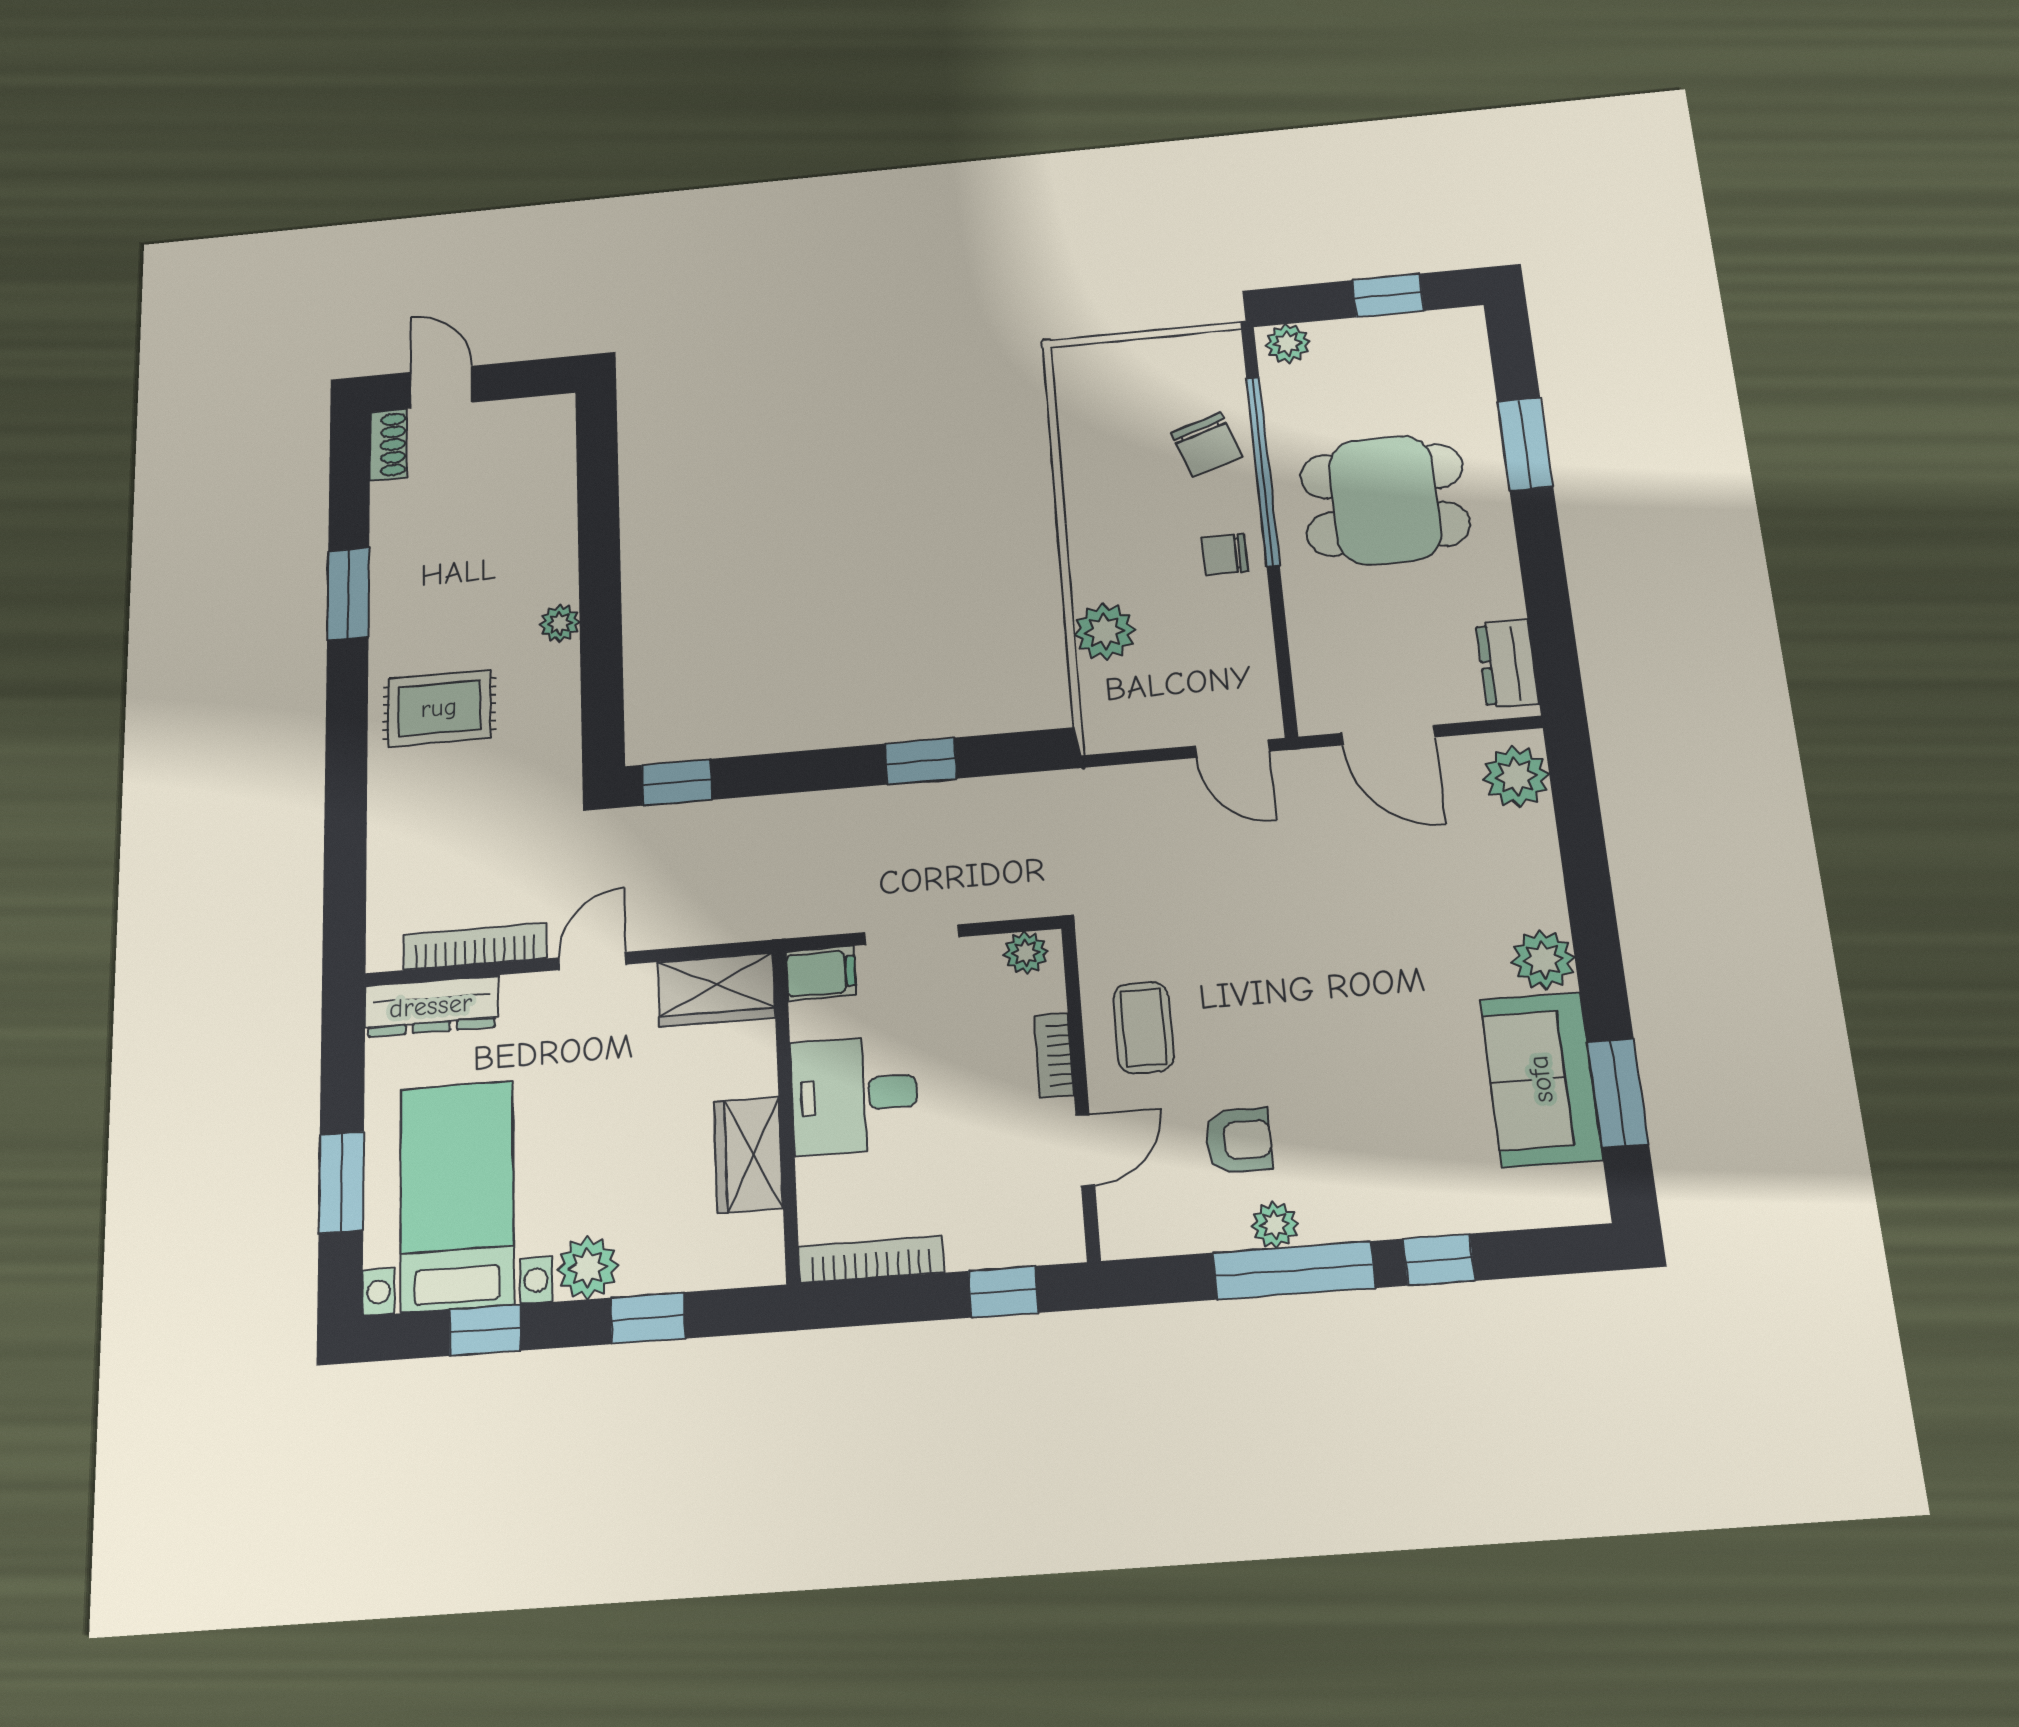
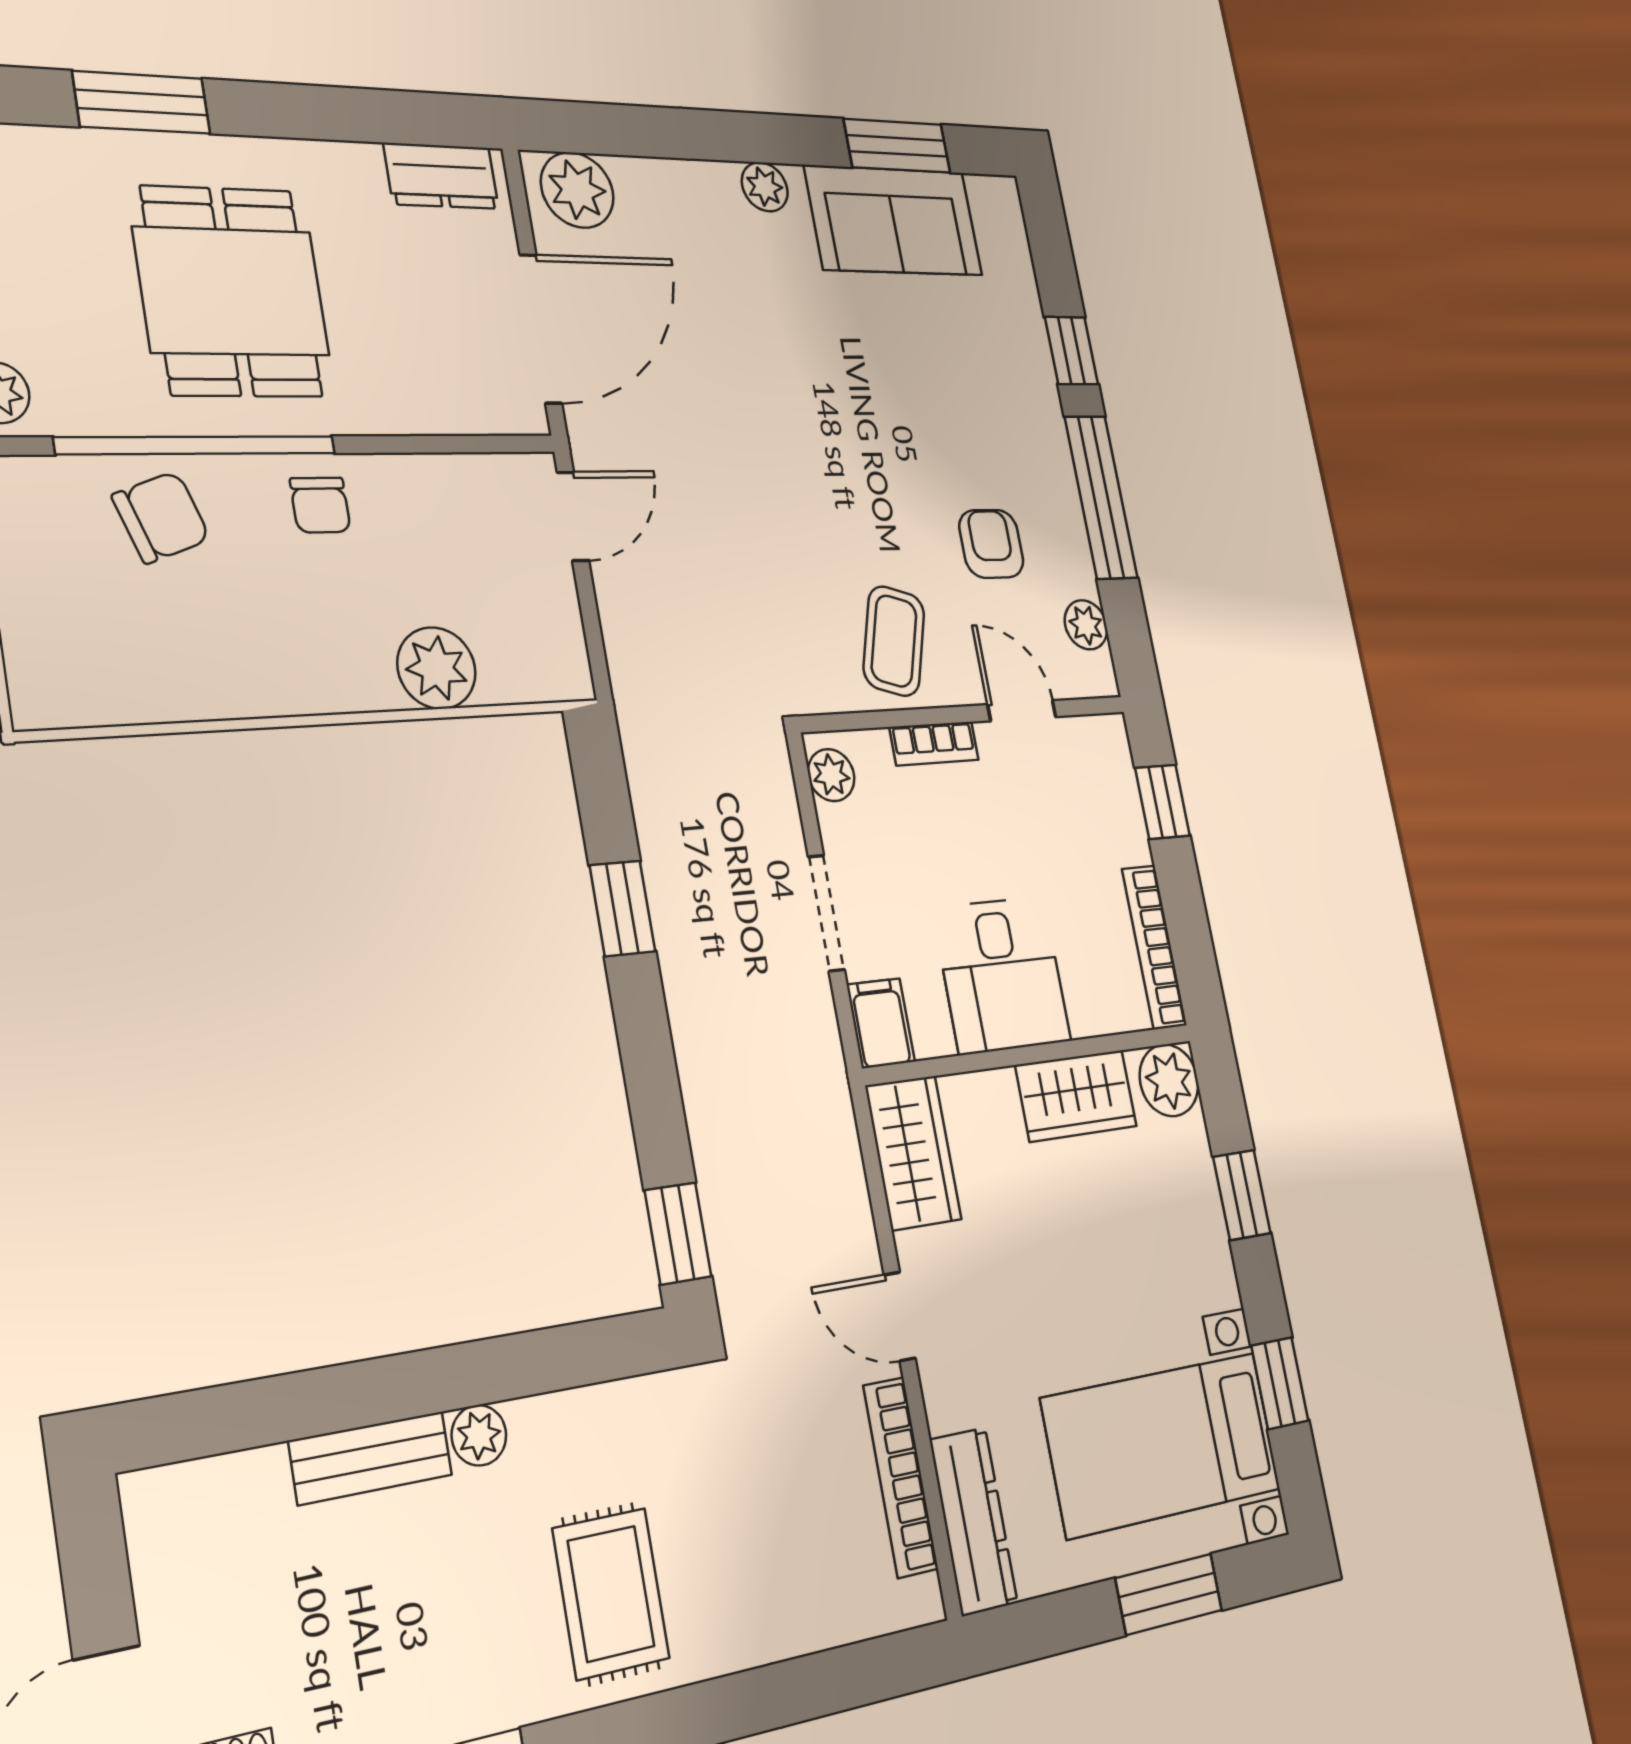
bench: (557, 550) -> (371, 1458), added
door: (1388, 735) -> (541, 329), width x1.36
plant: (1543, 960) -> (765, 187), width x0.73, depth x0.73
coffee table: (1143, 1028) -> (894, 641), turned -73
plant: (1275, 1225) -> (1086, 625), moved
plant: (588, 1268) -> (1169, 1080), moved

